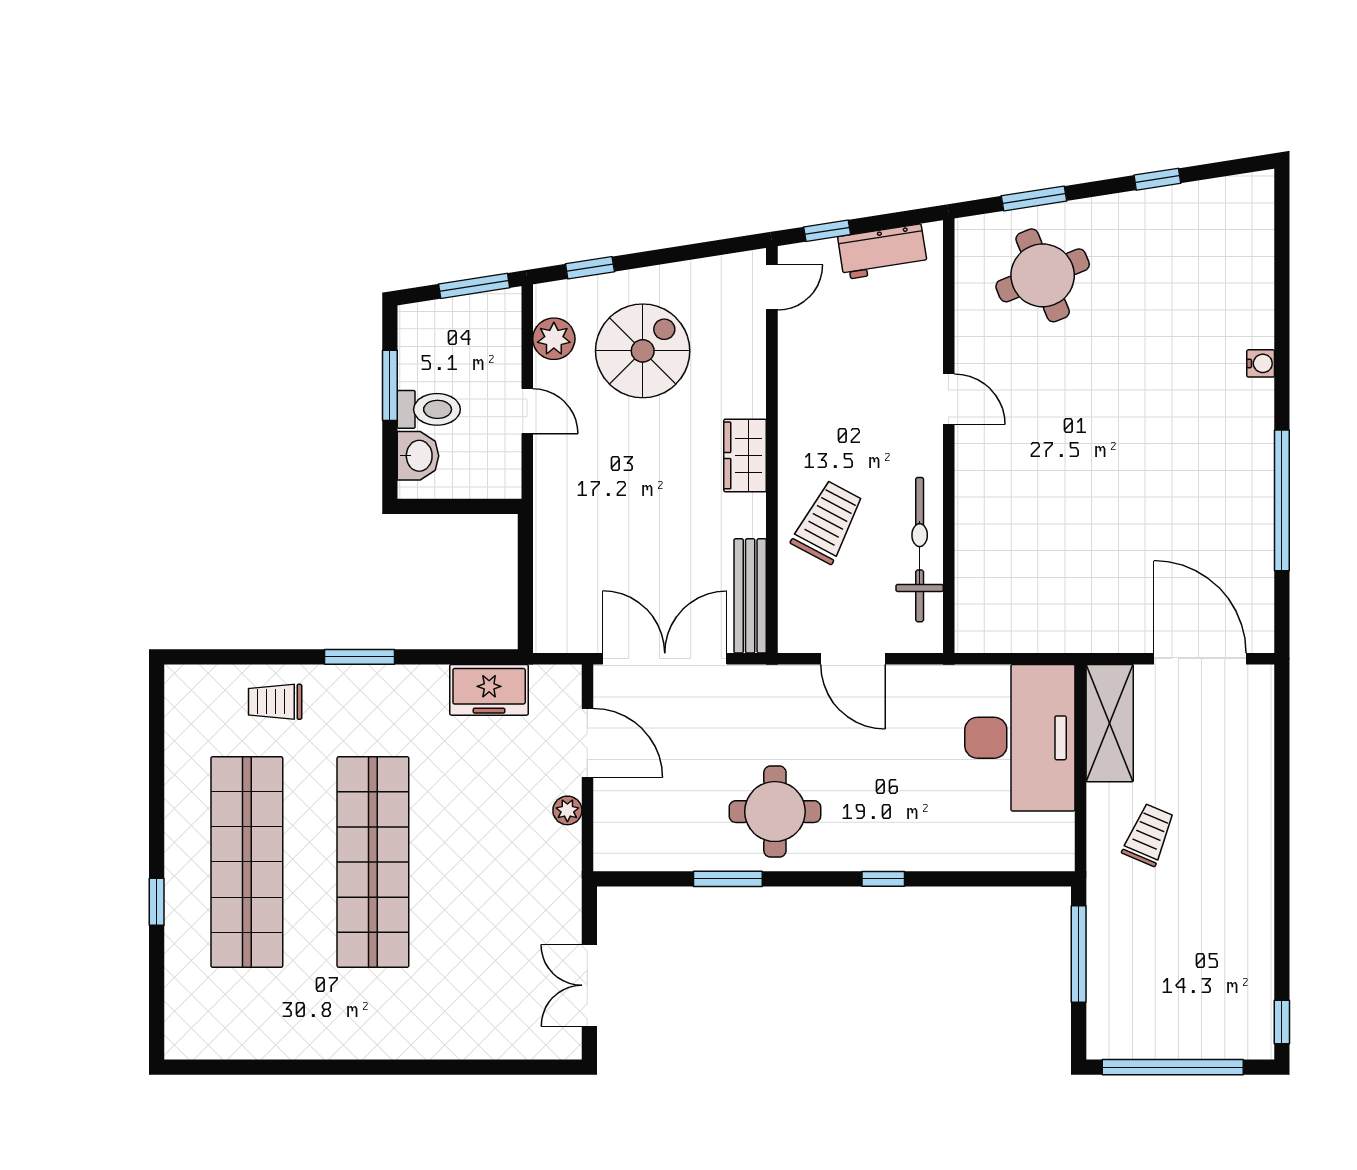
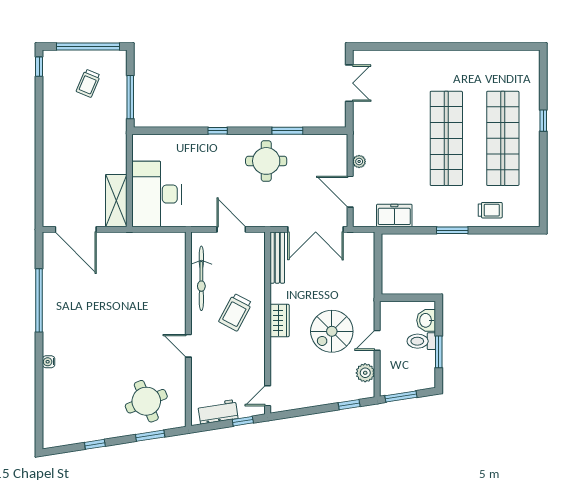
spiral stairs: (643, 351) -> (332, 331), moved
door: (527, 411) -> (377, 340), hinge flipped
trolley: (828, 522) -> (235, 312), moved
trolley: (1149, 835) -> (88, 83), moved

